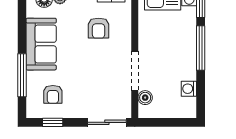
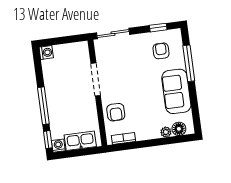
armchair: (99, 28) -> (116, 112), moved, turned 180
washing machine: (189, 89) -> (46, 52), moved
boiler: (145, 98) -> (84, 58), removed

